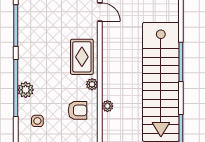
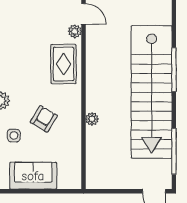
plant: (92, 84) -> (75, 31), moved
armchair: (78, 110) -> (44, 119), moved, turned -59

